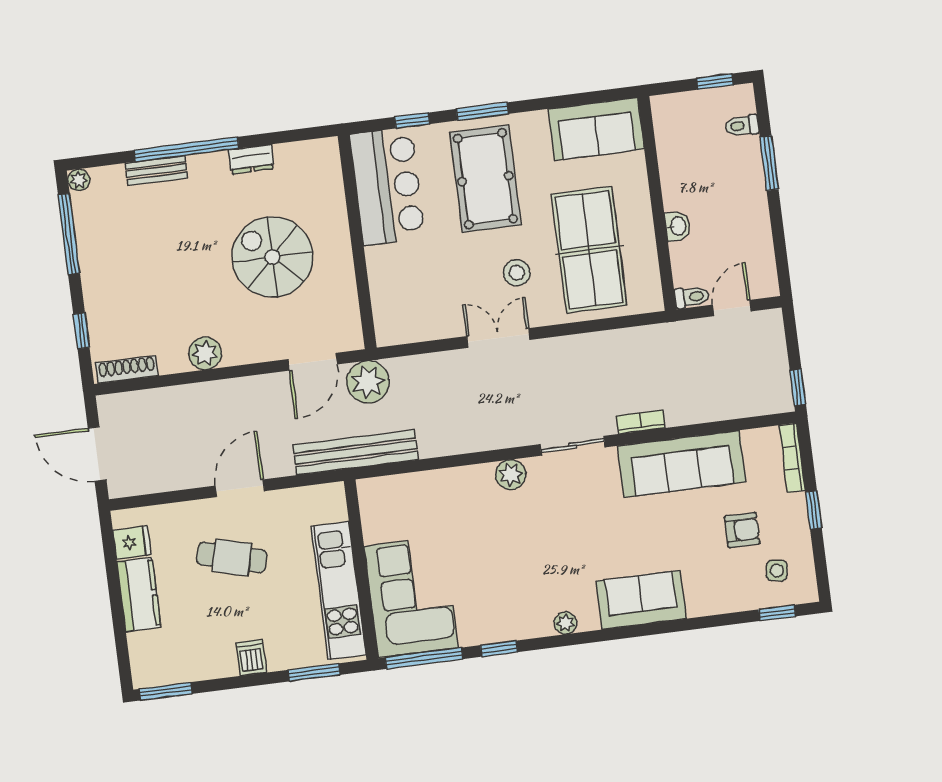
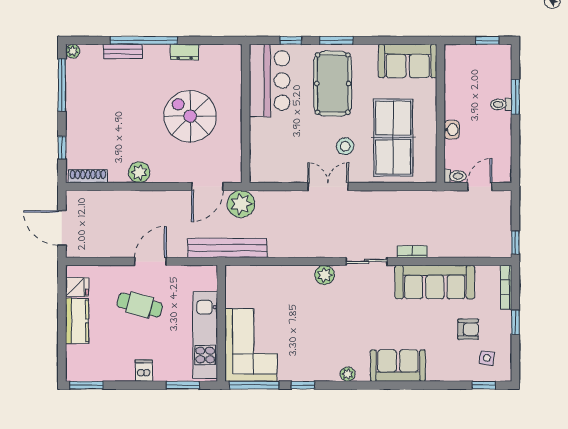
toilet: (742, 126) -> (501, 104), moved

